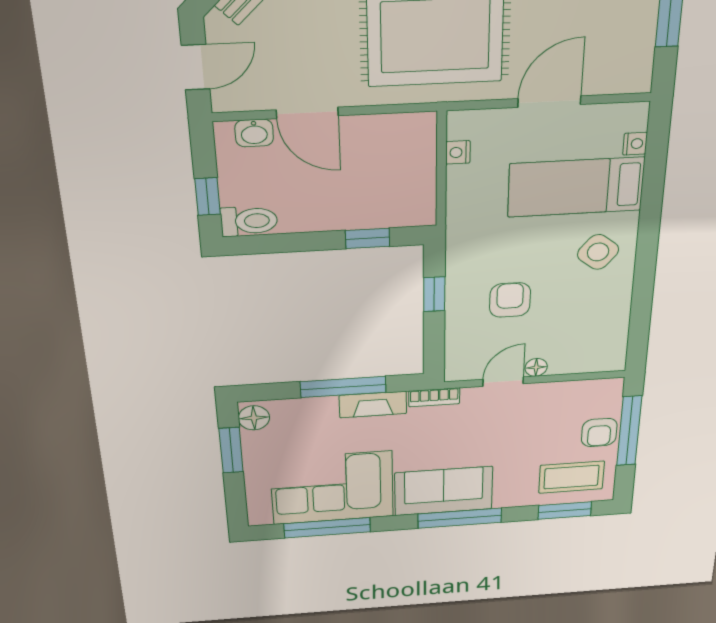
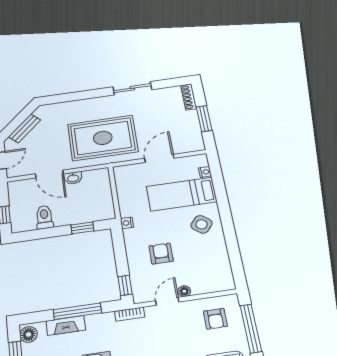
washbasin: (254, 133) -> (73, 178), moved
nightstand: (458, 152) -> (127, 223), moved
toilet: (249, 221) -> (44, 217), moved, turned -90
window: (434, 294) -> (125, 285), moved
fireplace: (373, 405) -> (66, 325), moved
armchair: (599, 432) -> (215, 319), moved

